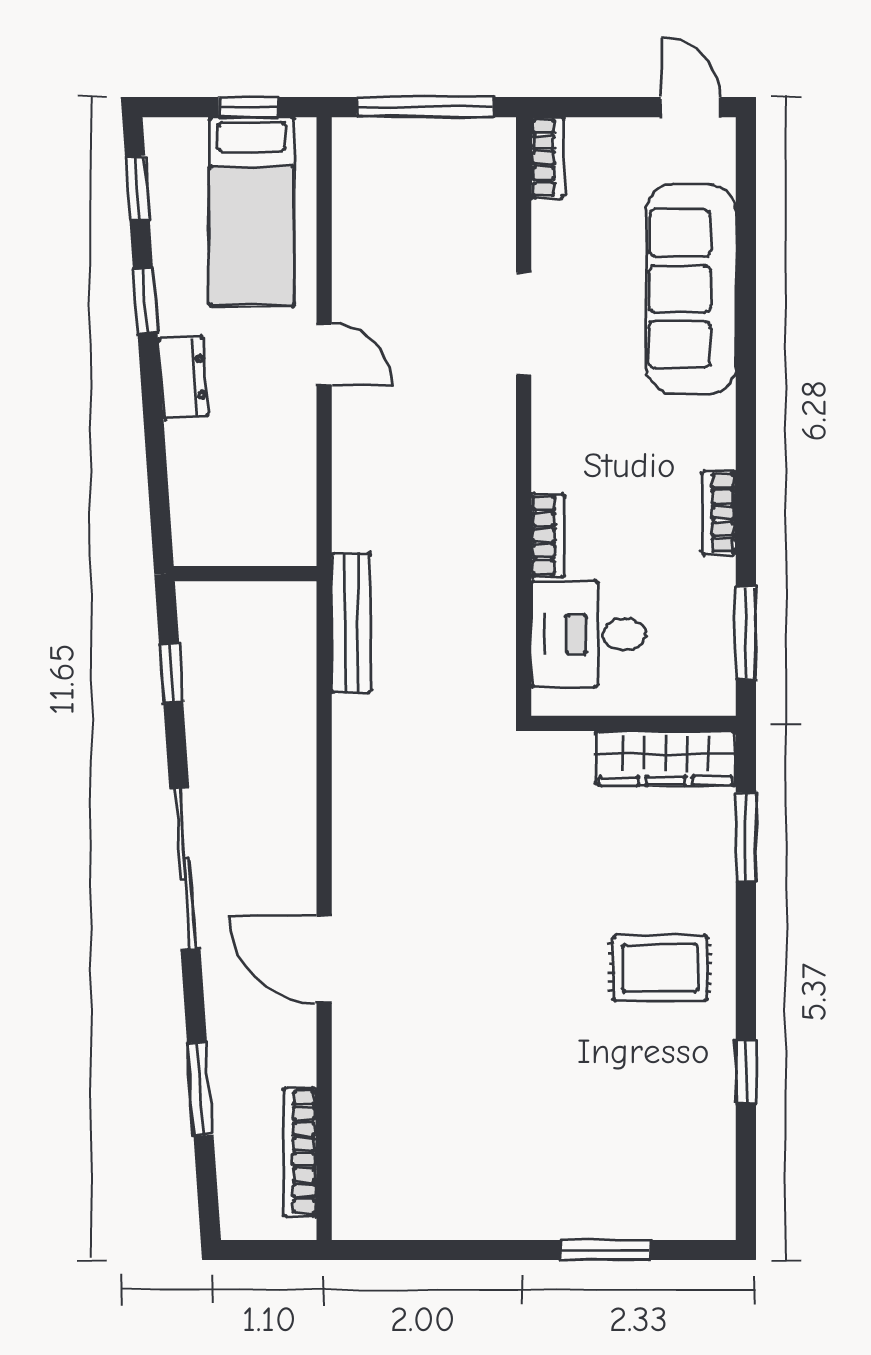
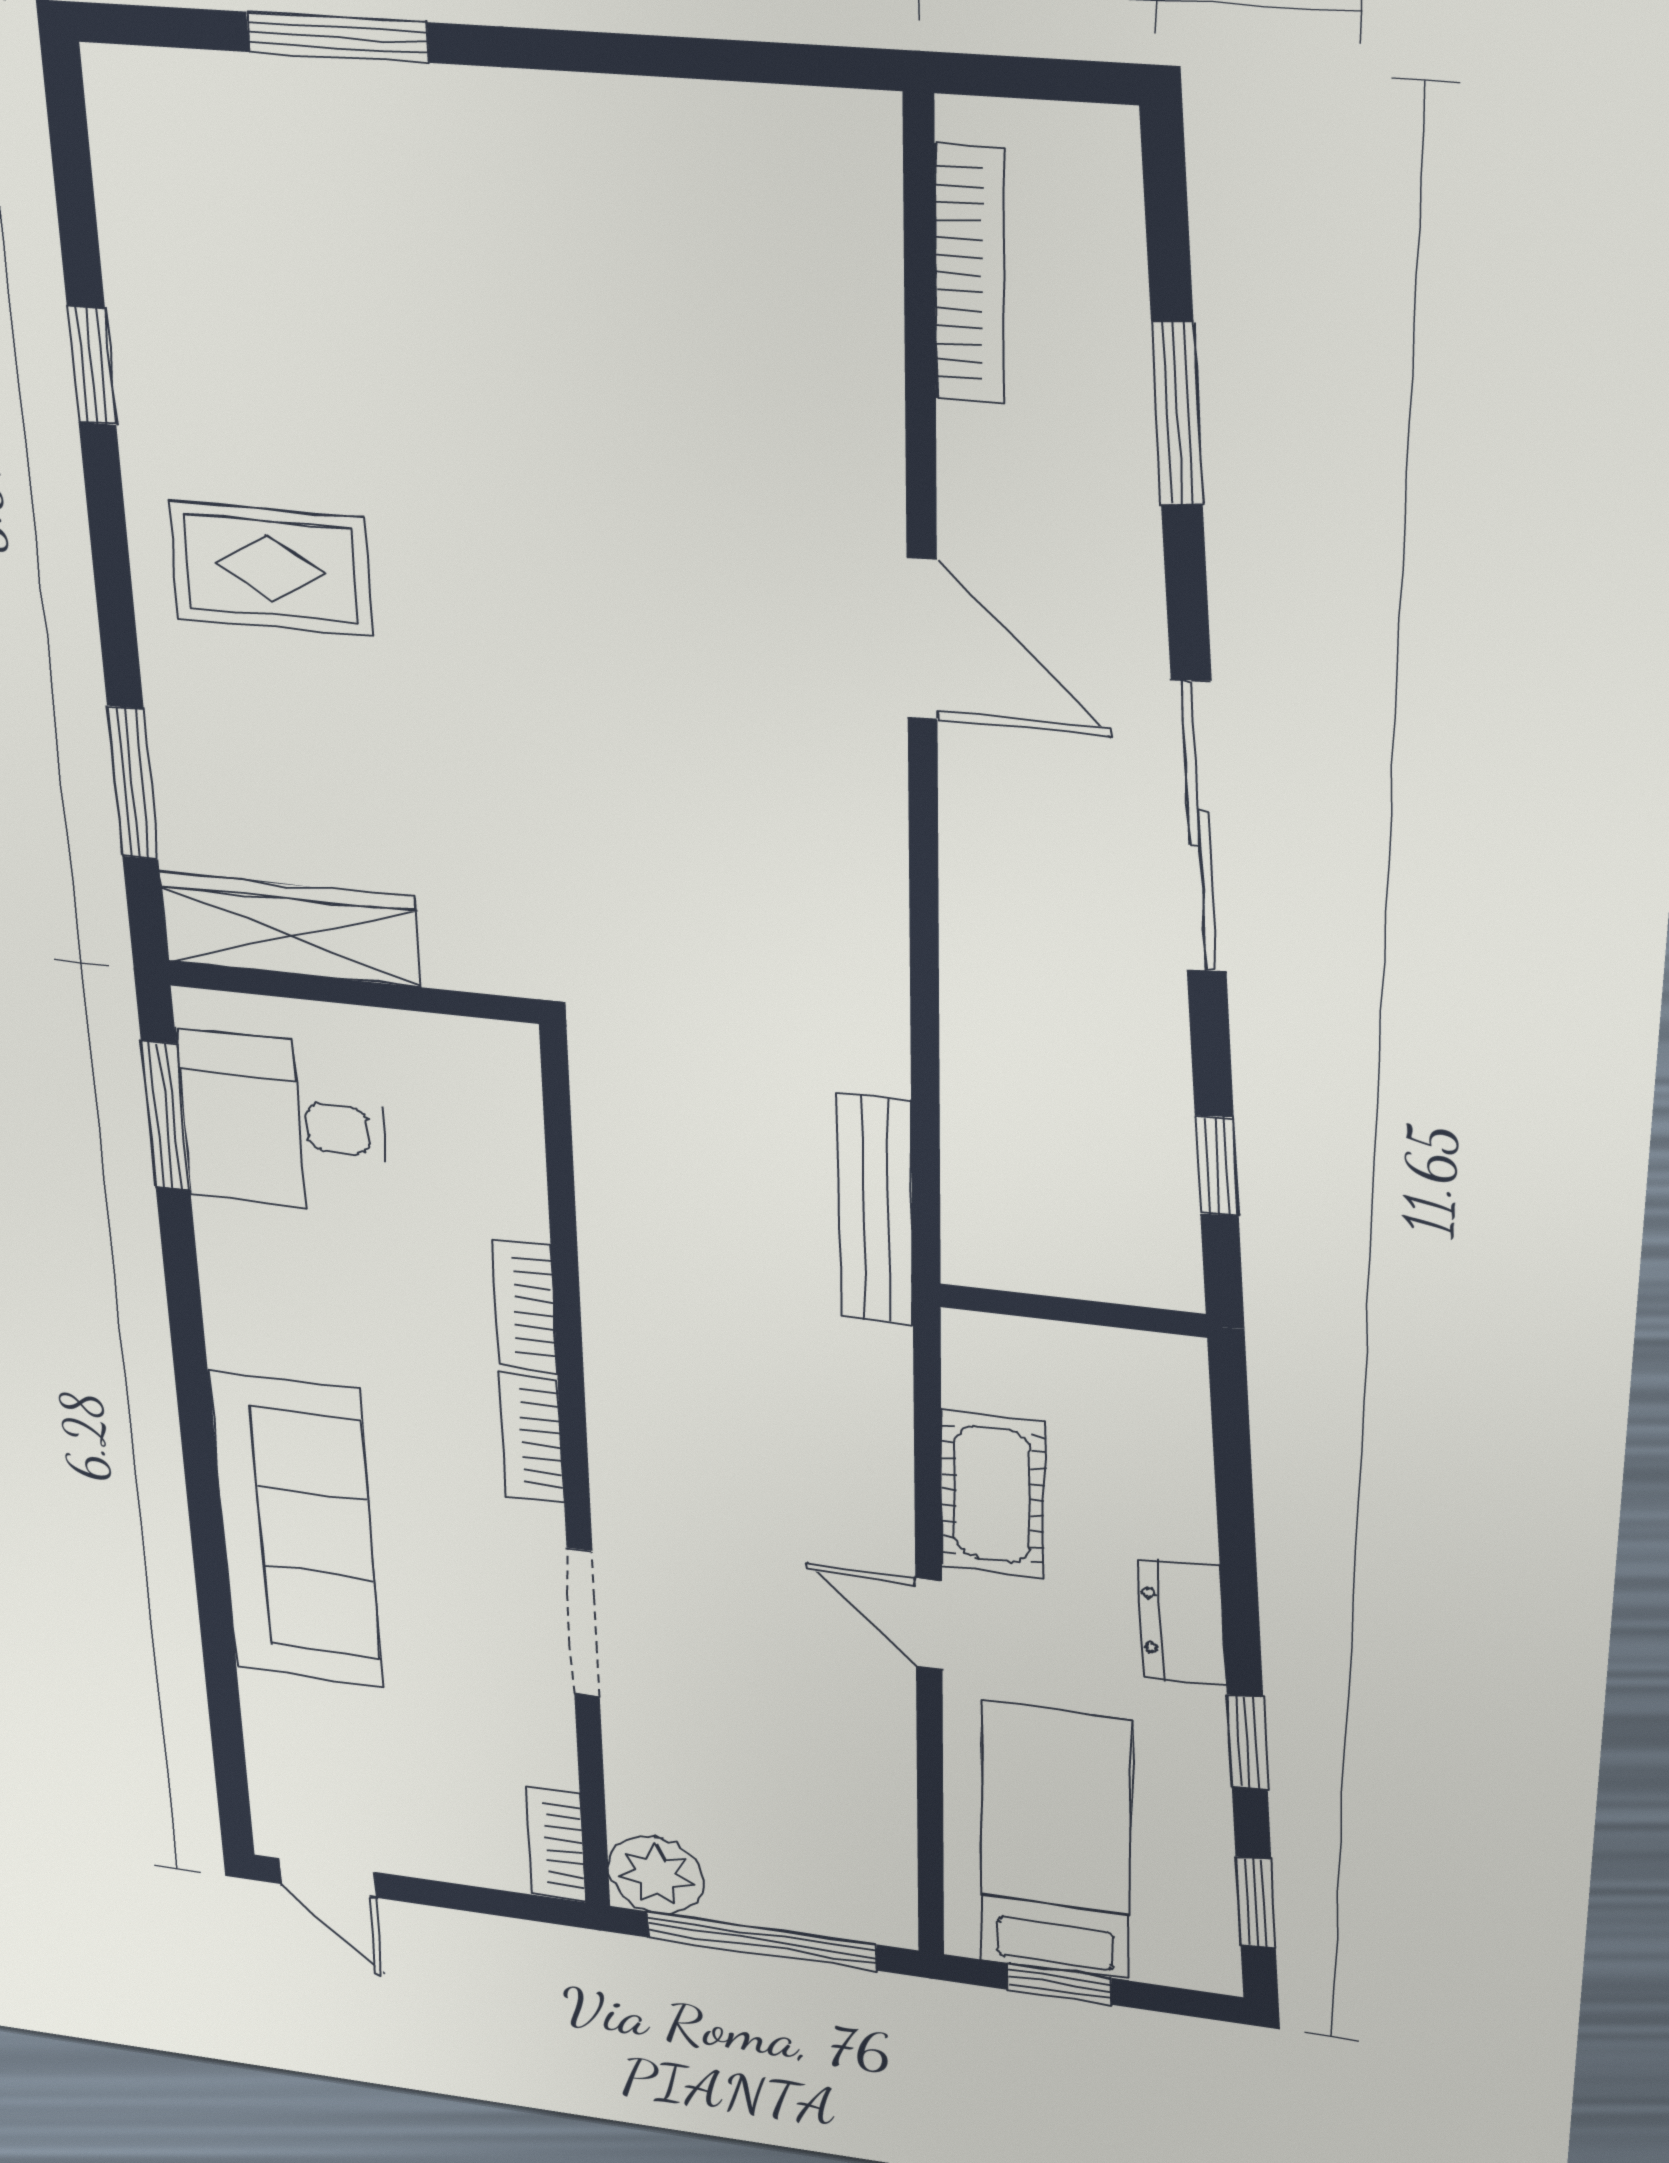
plant: (488, 146) -> (656, 1875), added
sofa: (691, 289) -> (296, 1531), moved
cot: (288, 448) -> (993, 1495), added
bookcase: (719, 513) -> (532, 1438), moved, turned 180
desk: (588, 634) -> (283, 1123), moved, turned 180

